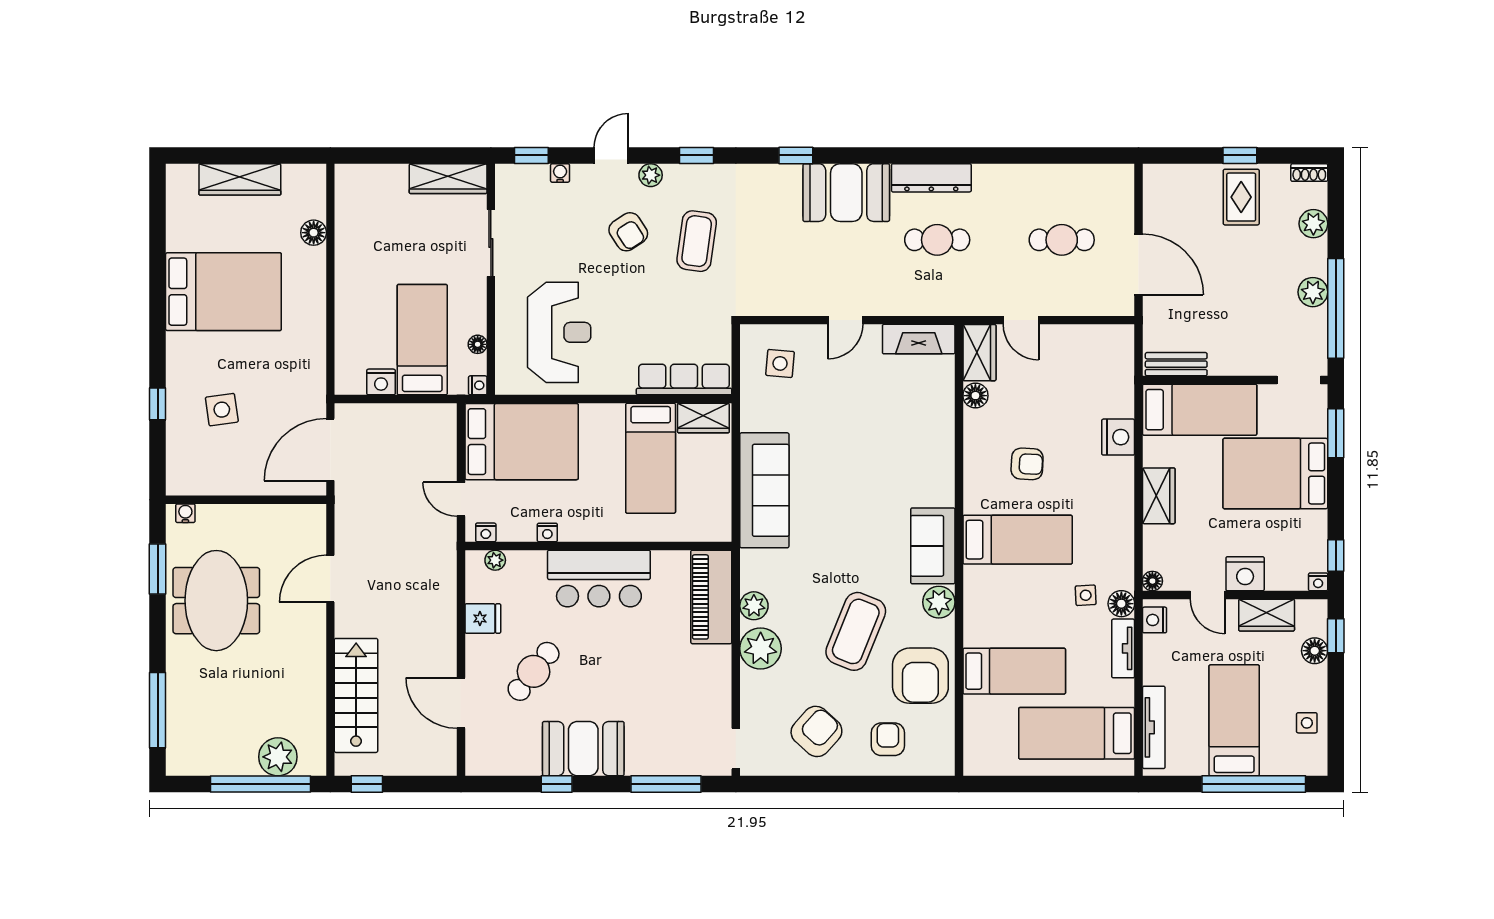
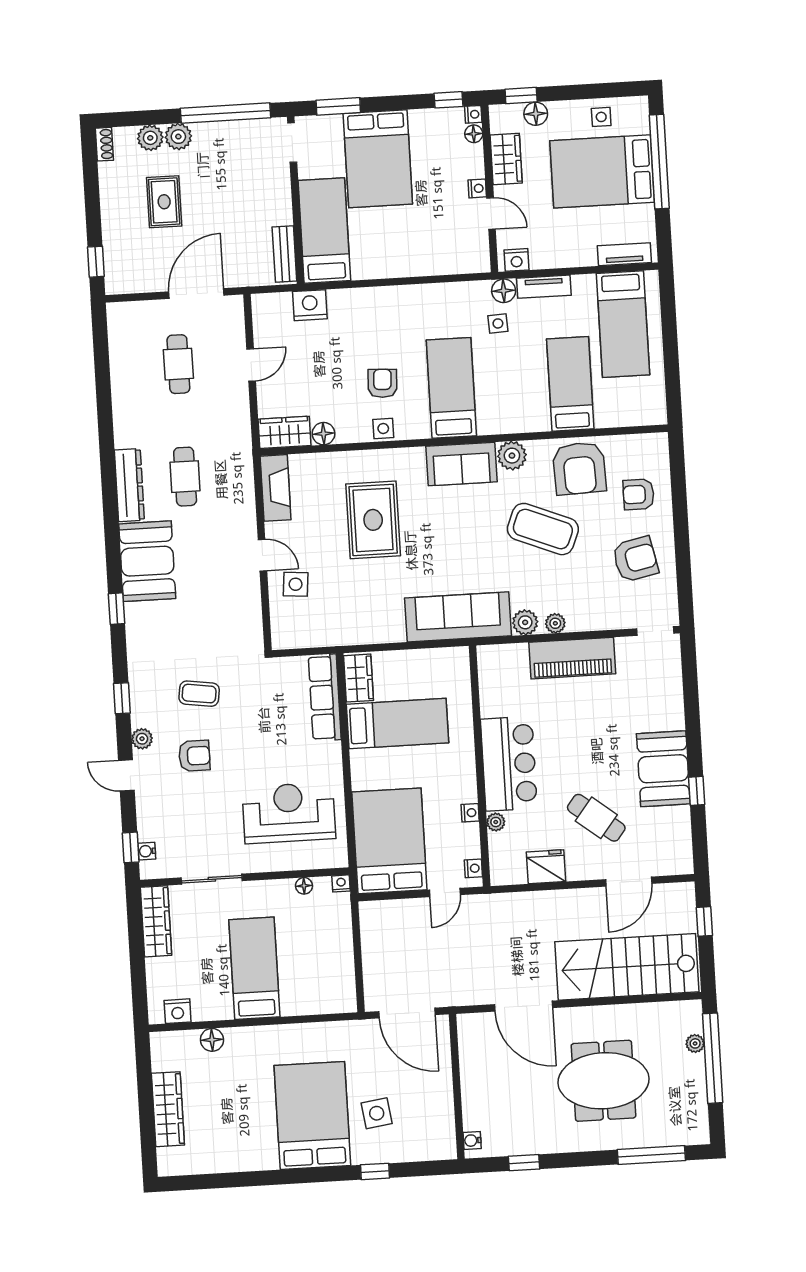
window: (1240, 155) -> (96, 262), moved
water cooler: (560, 173) -> (147, 851), moved
rug: (1241, 197) -> (164, 202), moved, turned 90
armchair: (628, 232) -> (194, 756), turned 33
coffee table: (697, 241) -> (199, 694), width x0.73, depth x0.77
bed: (223, 292) -> (312, 1116), moved
plant: (1313, 292) -> (178, 137), moved
door: (1021, 320) -> (251, 365), moved
bed: (422, 340) -> (254, 968), moved, turned 90
side table: (780, 363) -> (296, 584), moved
nightstand: (381, 382) -> (178, 1011), moved, turned 90
nightstand: (1118, 437) -> (310, 305), moved
rug: (877, 445) -> (373, 520), added
side table: (977, 462) -> (383, 428), added
sofa: (764, 490) -> (458, 617), moved
wardrobe: (1159, 496) -> (404, 263), removed
plant: (495, 560) -> (496, 822), moved
window: (158, 569) -> (524, 1163), width x0.67
nightstand: (1245, 574) -> (477, 188), width x0.53, depth x0.56
door: (330, 579) -> (523, 1006), width x1.36
floor lamp: (1152, 581) -> (474, 134), moved
door: (1207, 595) -> (491, 214), hinge flipped
piano: (711, 597) -> (572, 658), moved
meeting table: (216, 601) -> (603, 1081), moved
fridge: (483, 618) -> (546, 867), width x1.38
plant: (761, 649) -> (555, 623), width x0.53, depth x0.53
armchair: (920, 676) -> (579, 468), turned 88
stairs: (356, 695) -> (627, 967), width x1.36, depth x1.51
bed: (1234, 720) -> (602, 171), width x1.50
tv unit: (1154, 727) -> (624, 254), width x0.71
armchair: (816, 731) -> (635, 559), turned 126
plant: (278, 757) -> (695, 1043), width x0.53, depth x0.53
window: (367, 784) -> (704, 921), moved
window: (666, 784) -> (691, 692), removed

